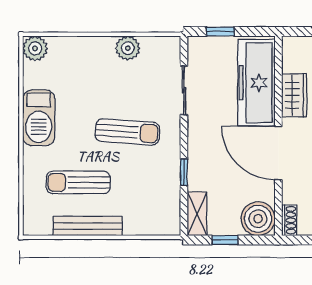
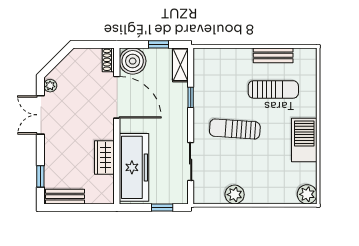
door: (278, 153) -> (117, 97), moved
bench: (88, 226) -> (273, 55), width x0.73

